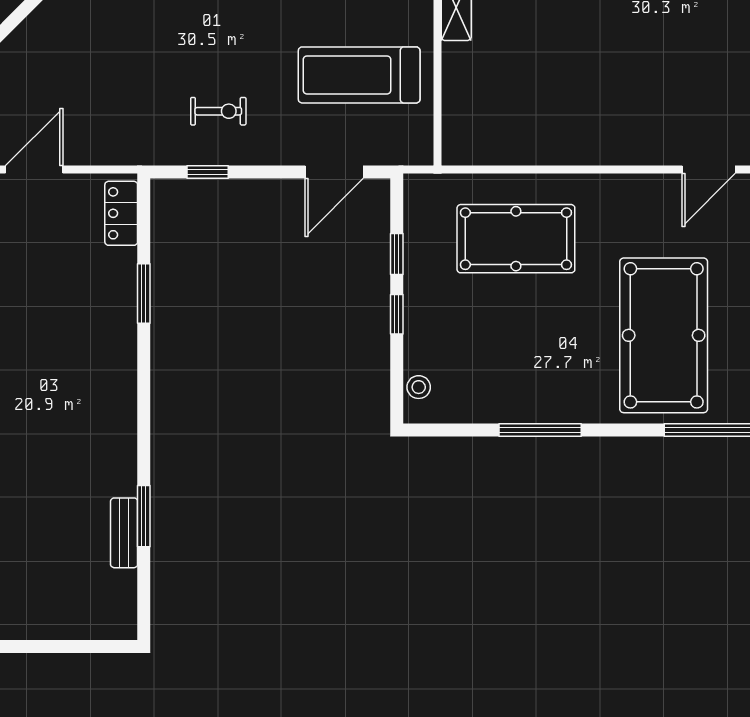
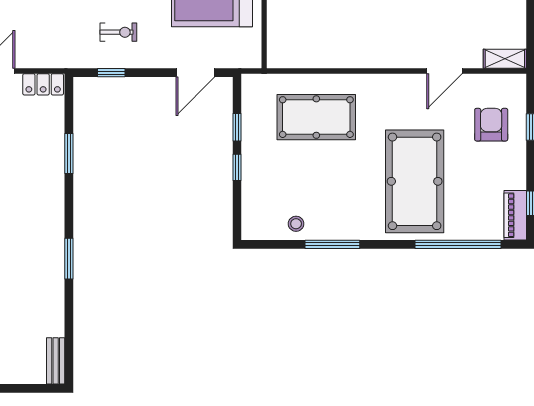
locker: (121, 213) -> (43, 84), moved, turned -90
stool: (419, 387) -> (296, 224), moved
window: (144, 516) -> (69, 259), moved
bench: (124, 533) -> (56, 361), moved

